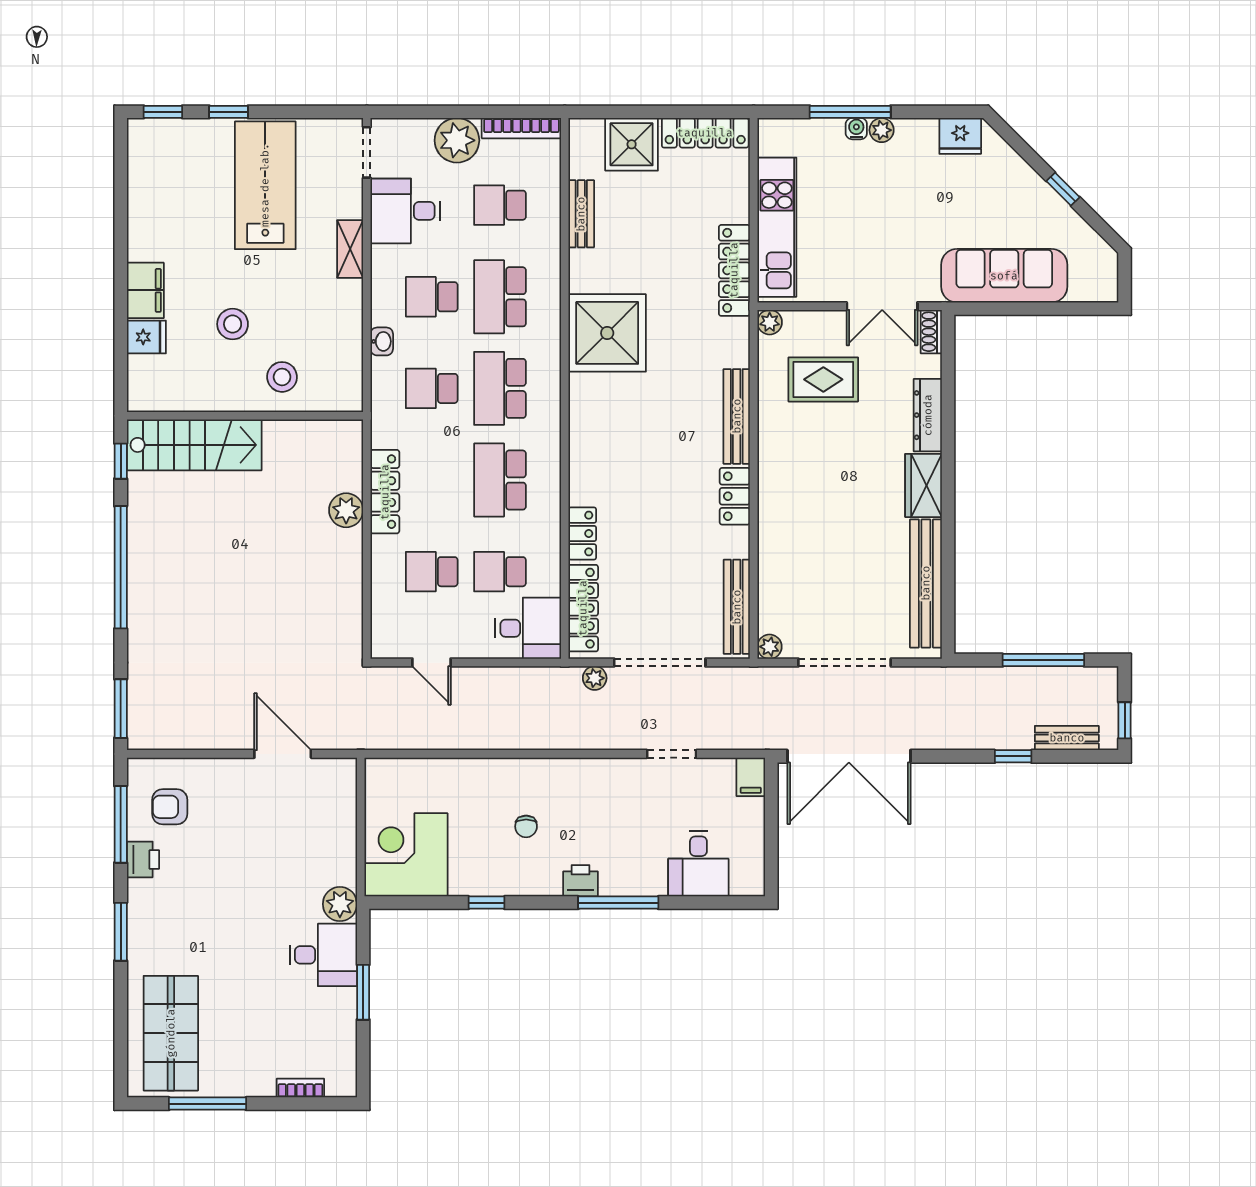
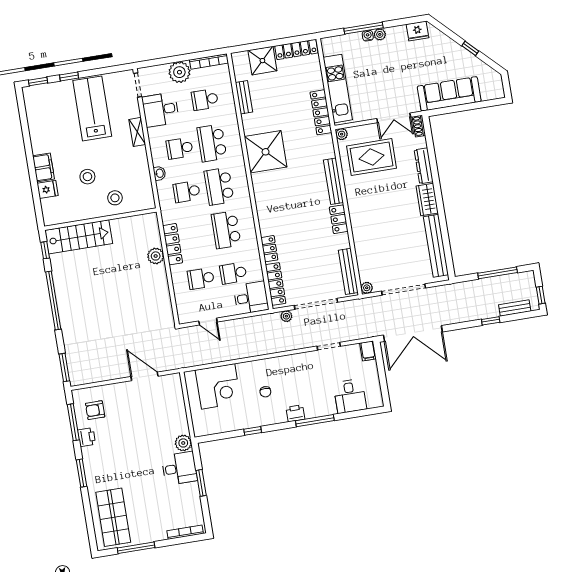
rug: (823, 379) -> (371, 157), width x1.36, depth x1.43
corner desk: (406, 855) -> (218, 386), moved, turned 180
bookcase: (300, 1088) -> (185, 532), width x1.56

